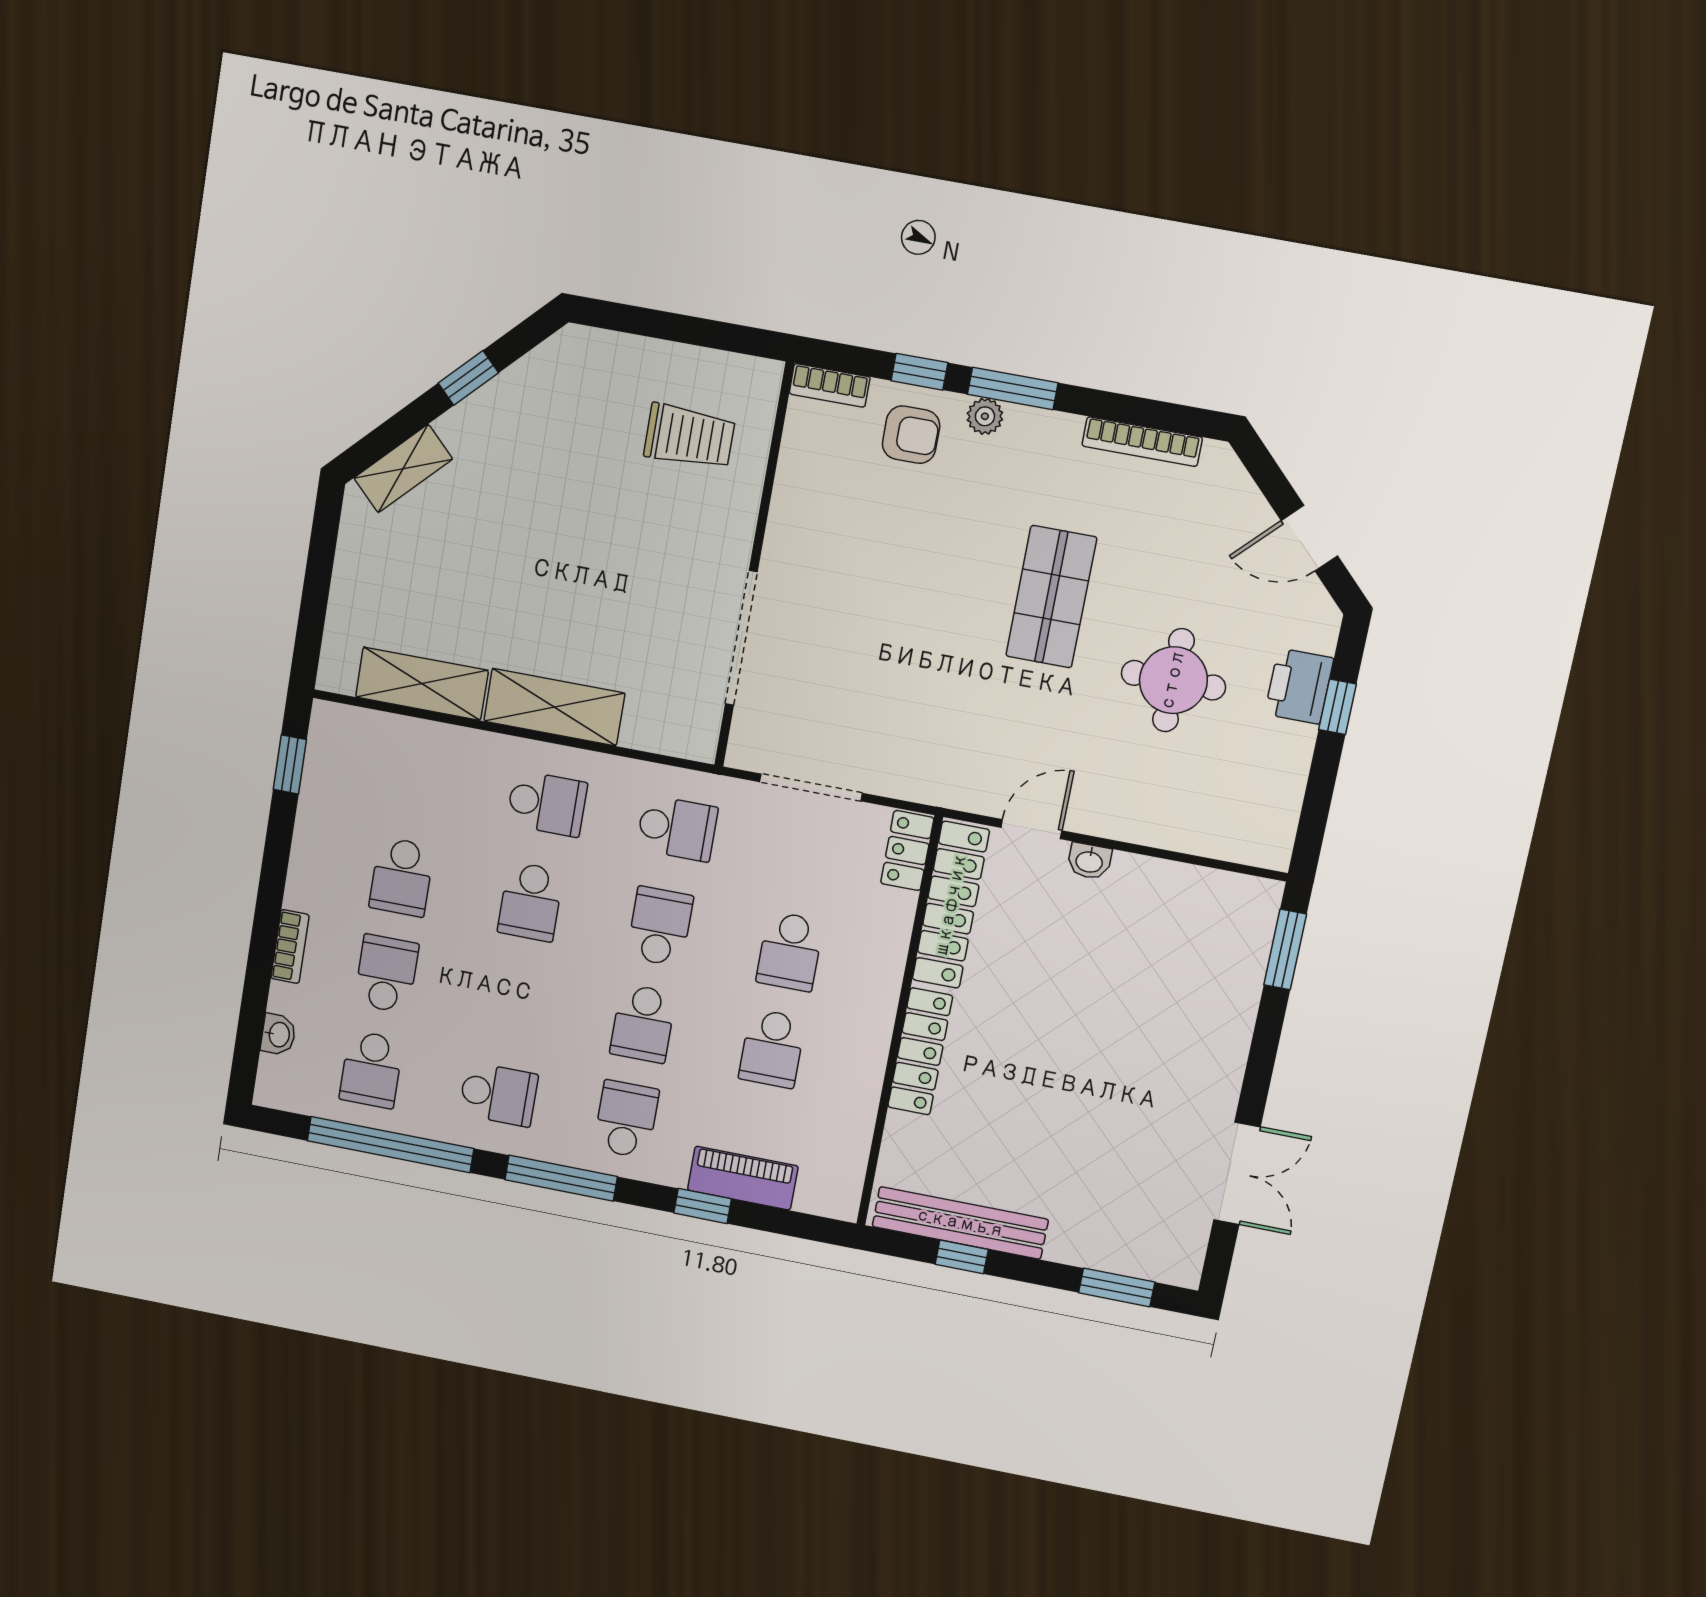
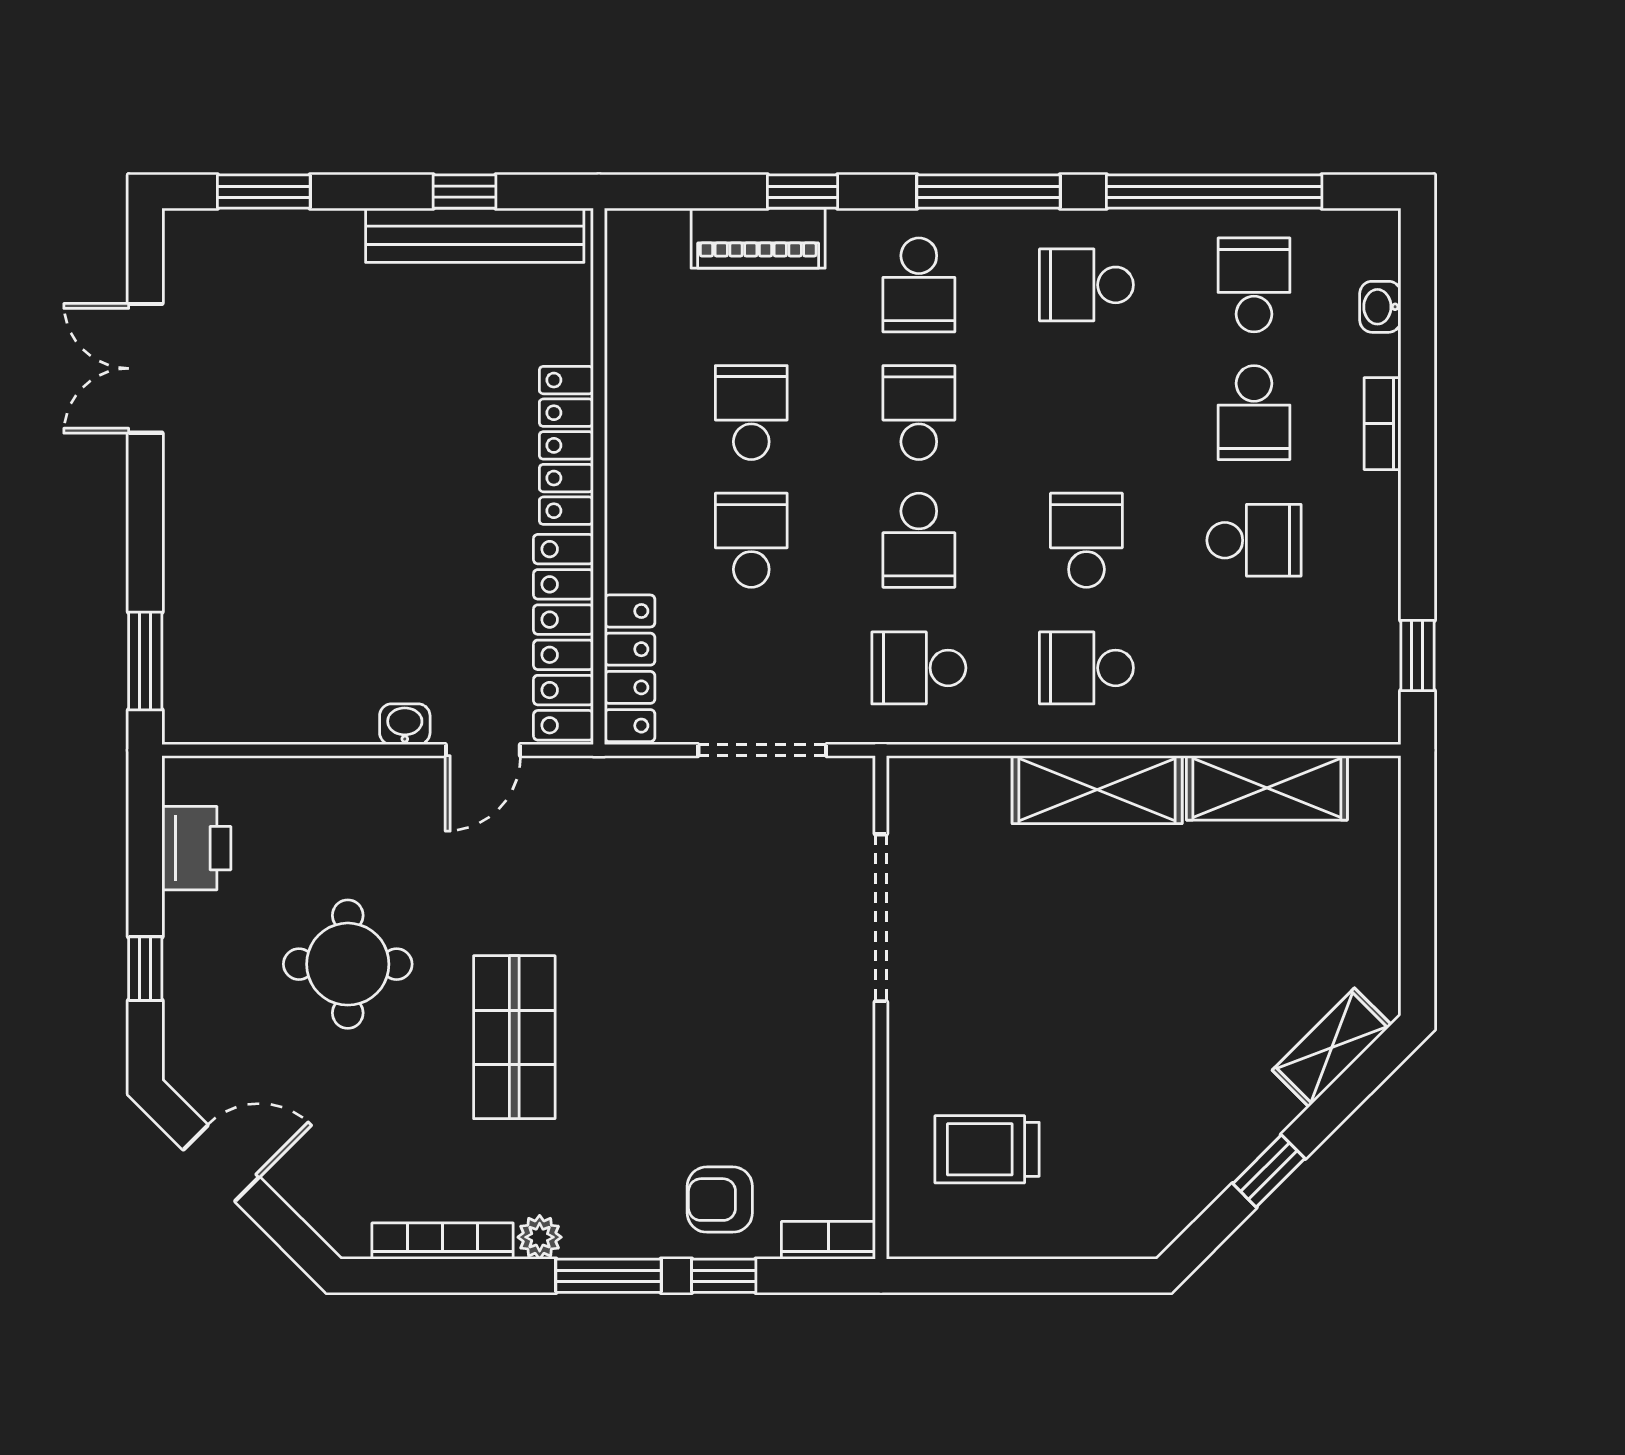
plant: (985, 416) -> (540, 1237), moved
printer: (1299, 686) -> (196, 848), moved
locker: (907, 851) -> (630, 668), width x1.53
school desk: (402, 877) -> (1254, 540), turned 90

